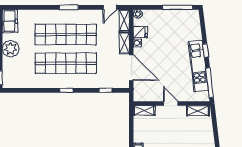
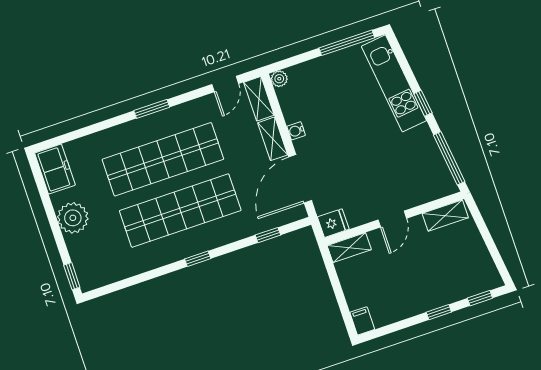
fridge: (140, 32) -> (333, 223), moved
kitchen unit: (198, 66) -> (394, 83), moved
door: (131, 68) -> (300, 179), swing flipped
door: (171, 103) -> (392, 219), swing flipped

